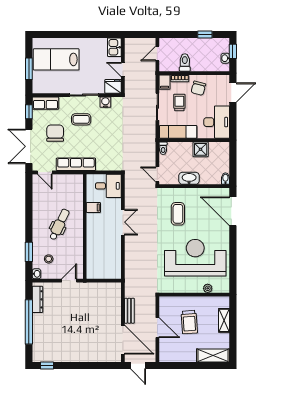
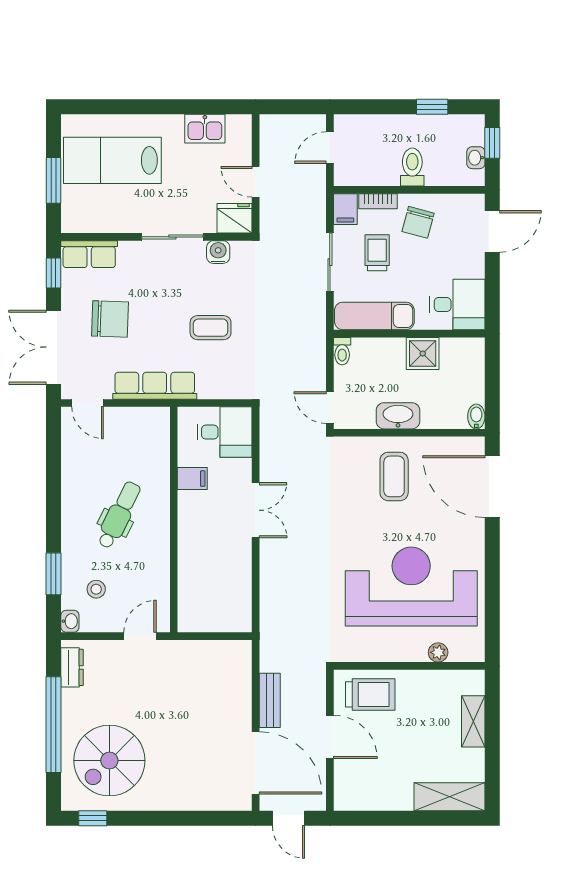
kitchen sink: (114, 47) -> (205, 129), moved, turned -90
toilet: (185, 63) -> (412, 167), moved
coffee table: (81, 119) -> (211, 328), moved
desk: (217, 122) -> (457, 304), width x0.73
chair: (55, 133) -> (110, 319), turned 92
coffee table: (178, 214) -> (394, 476), moved
dresser: (37, 299) -> (72, 667), width x0.70
trolley: (189, 322) -> (370, 694), moved, turned -86
spiral stairs: (55, 339) -> (109, 761), added

